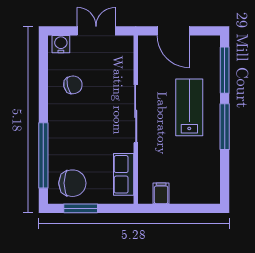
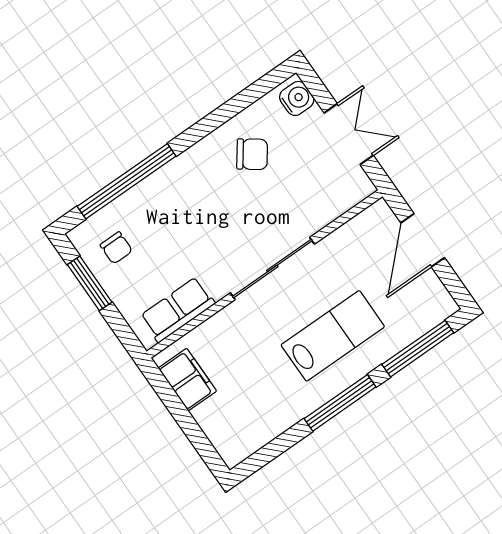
chair: (73, 85) -> (252, 154), turned -41
chair: (72, 183) -> (116, 248), width x0.54, depth x0.54
filing cabinet: (161, 193) -> (187, 380), width x2.00

